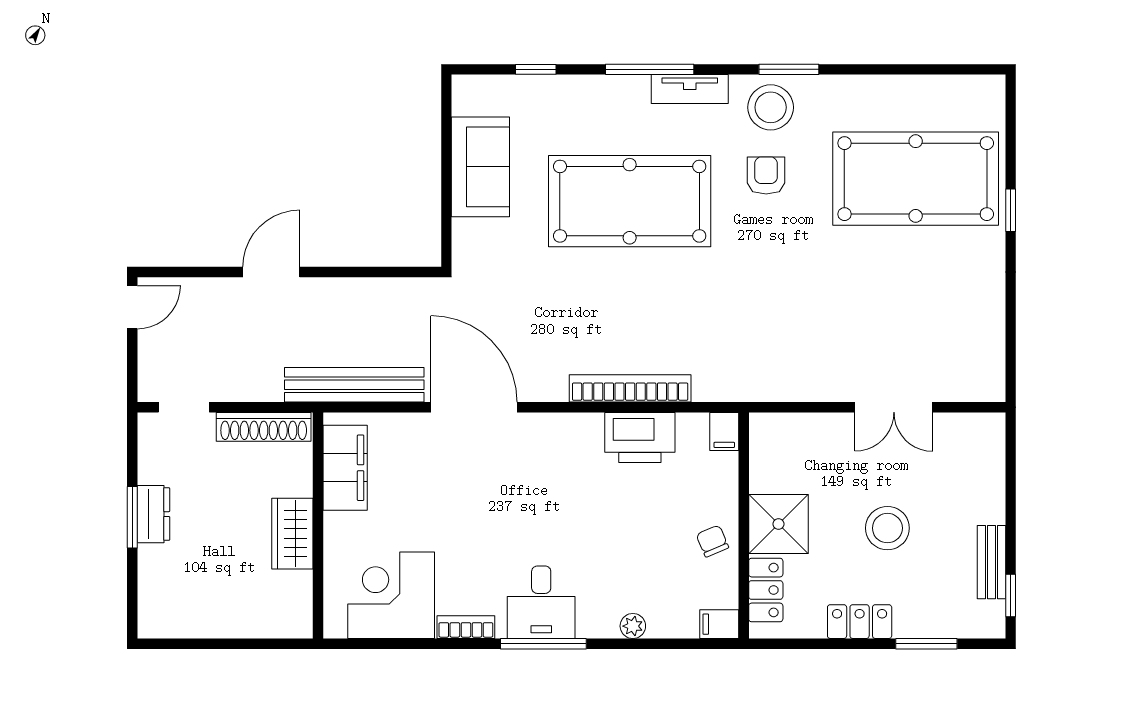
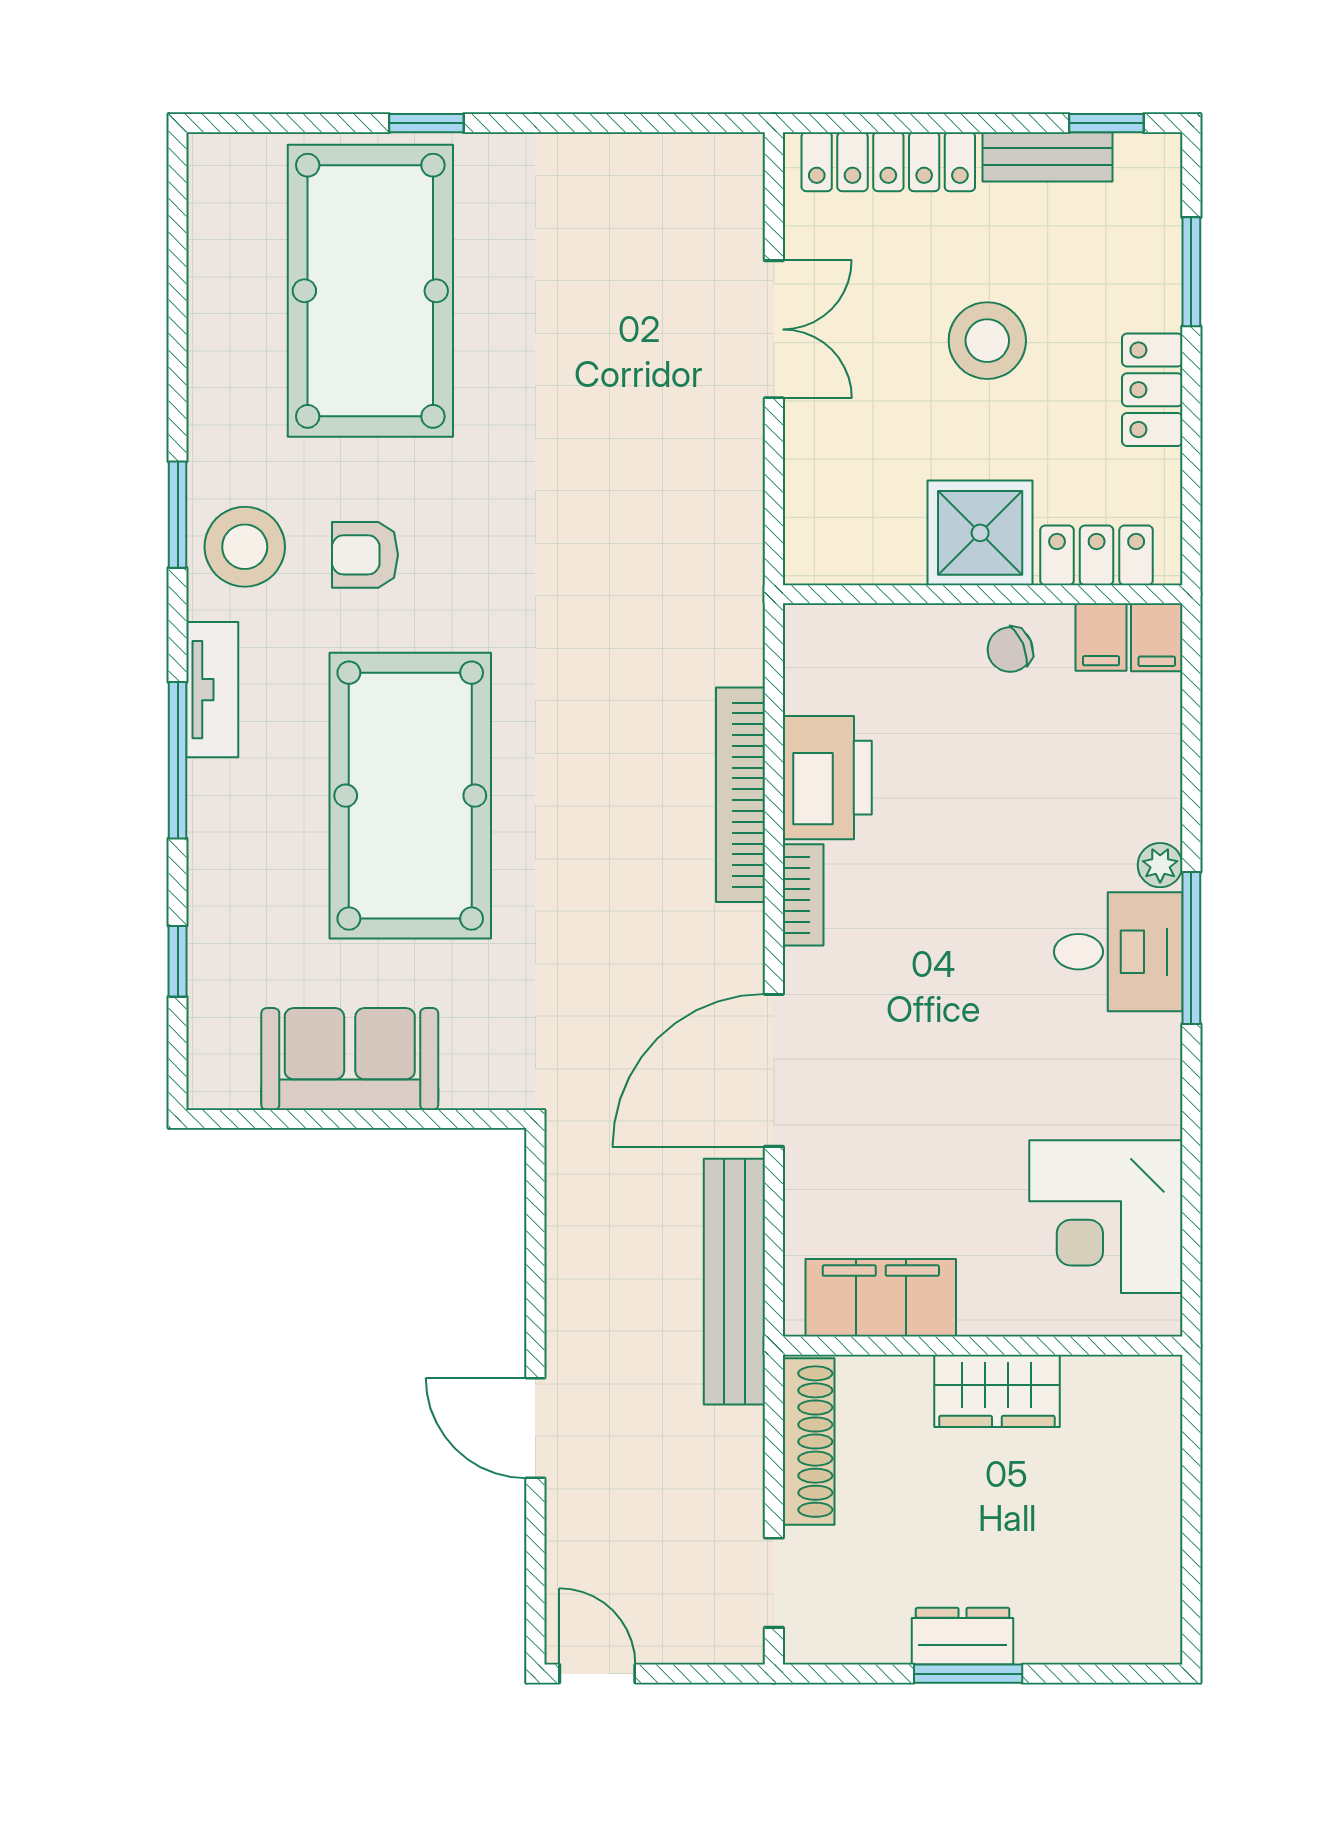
filing cabinet: (724, 431) -> (1101, 637), moved, turned 90
locker: (989, 472) -> (888, 162), added
plant: (633, 626) -> (1160, 865), moved
bookcase: (466, 627) -> (803, 895), moved, turned 180

